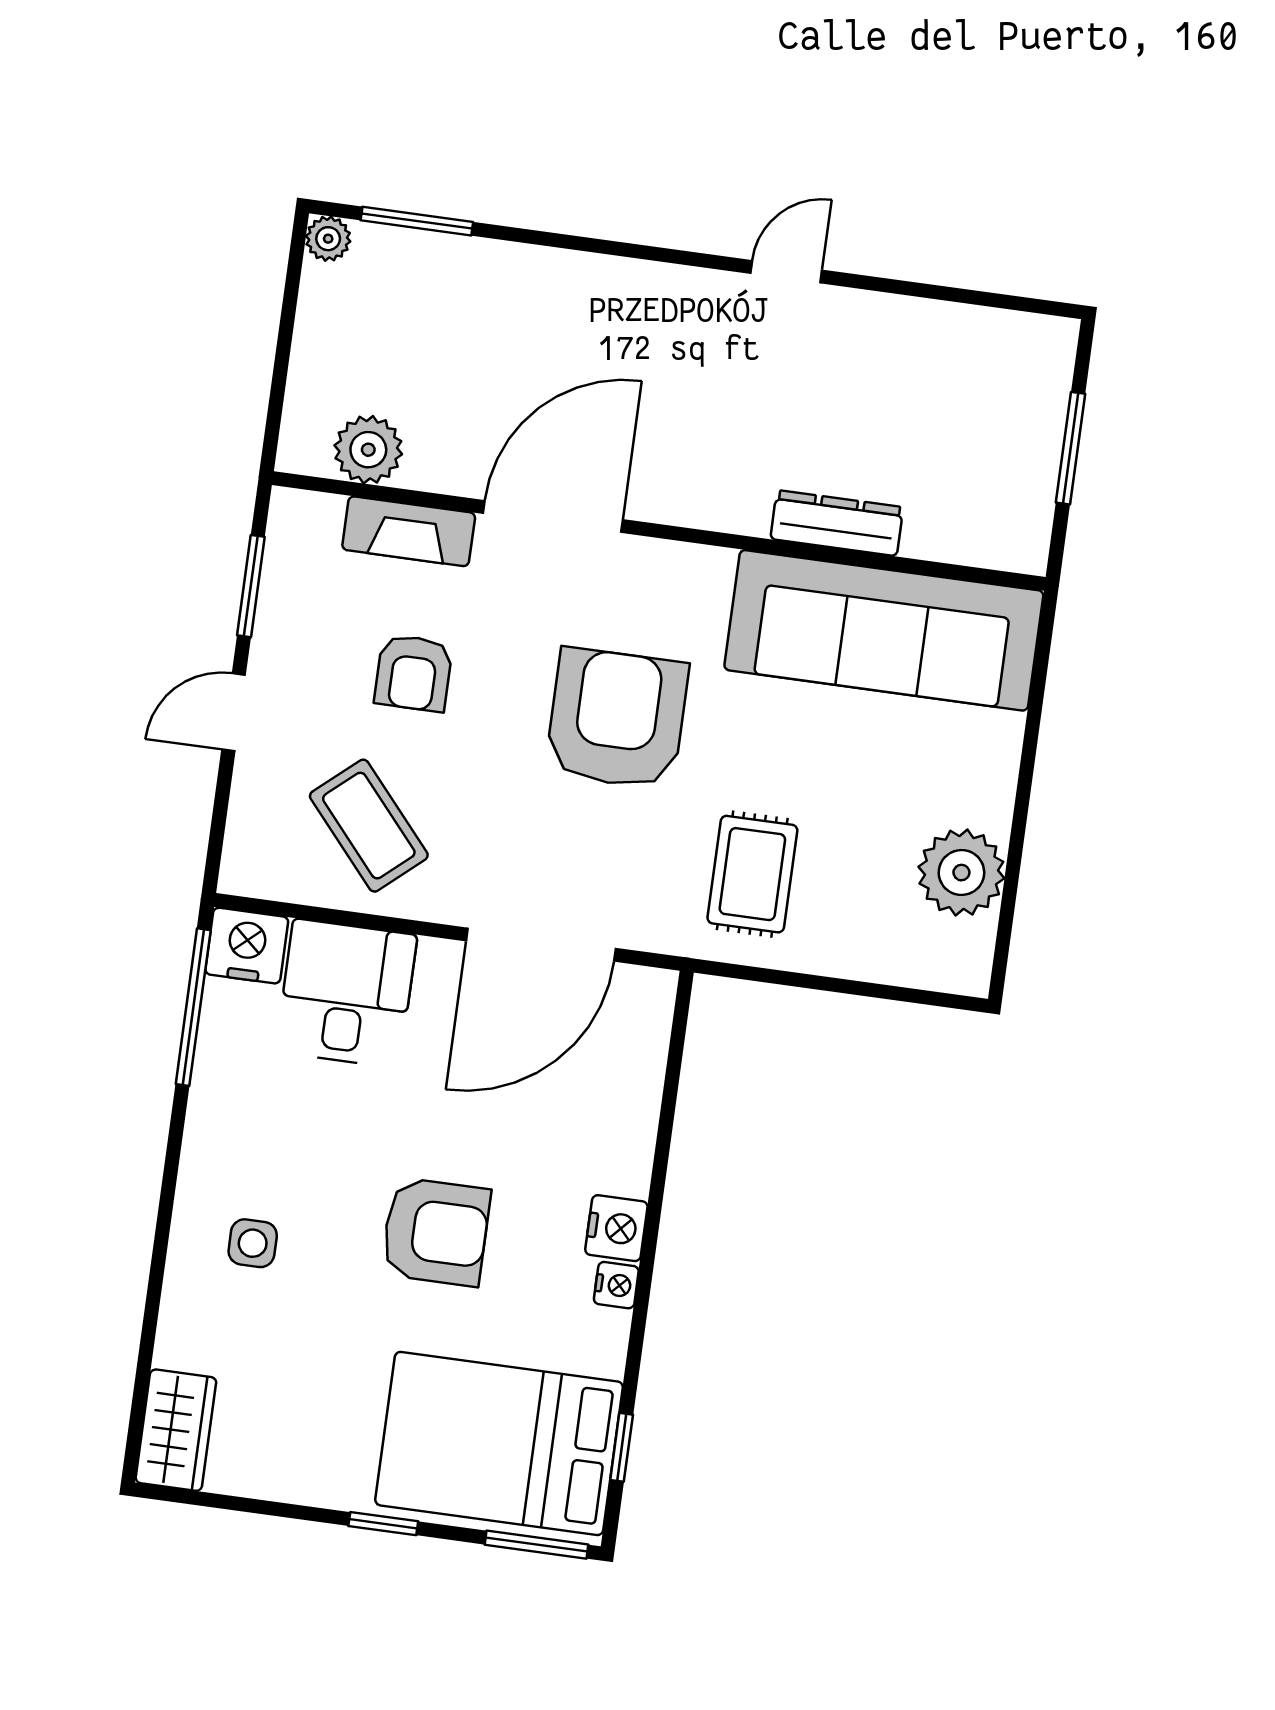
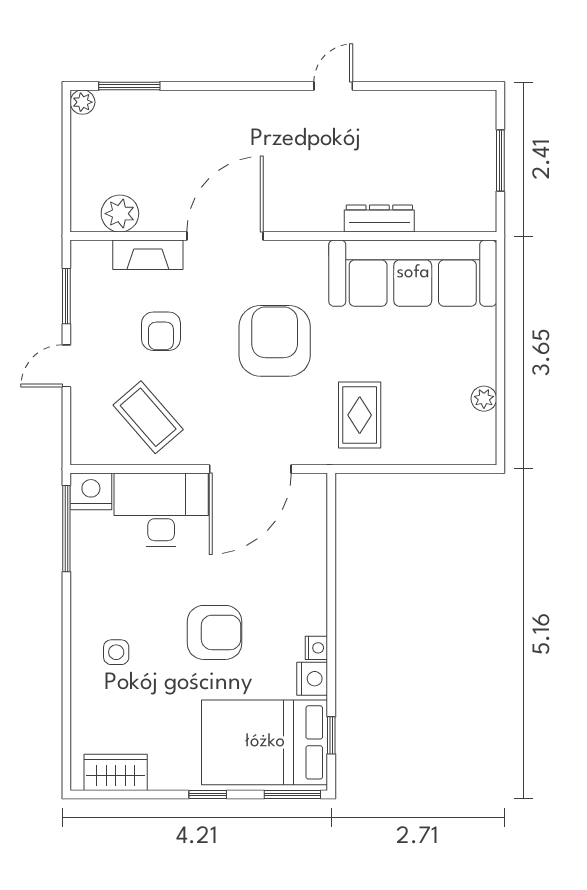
plant: (961, 873) -> (484, 399), width x0.53, depth x0.53
desk: (346, 993) -> (161, 510), width x1.37
nightstand: (616, 1228) -> (312, 679), moved
wardrobe: (176, 1430) -> (116, 772), moved, turned -90

